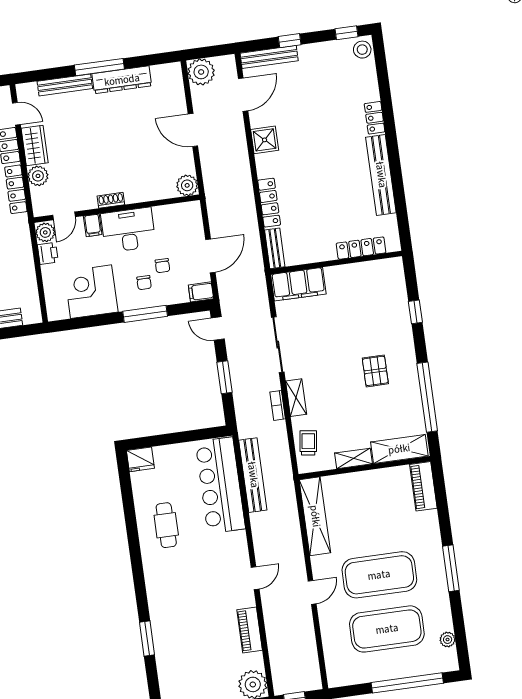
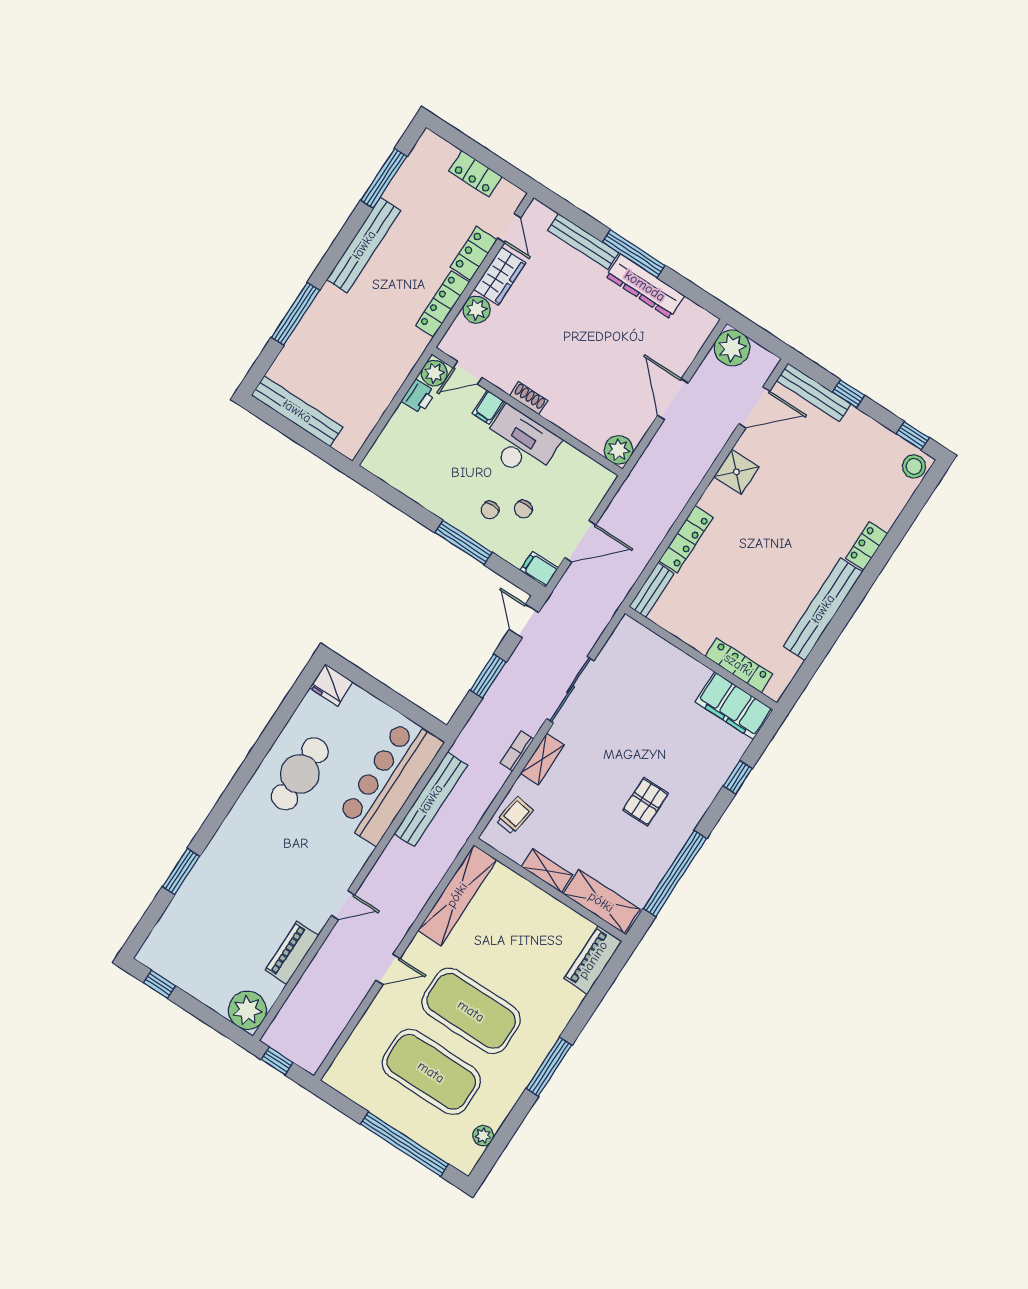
filing cabinet: (298, 284) -> (734, 706), moved
corner desk: (91, 292) -> (429, 473), removed
cafe table: (166, 525) -> (300, 774), width x1.37, depth x1.35

